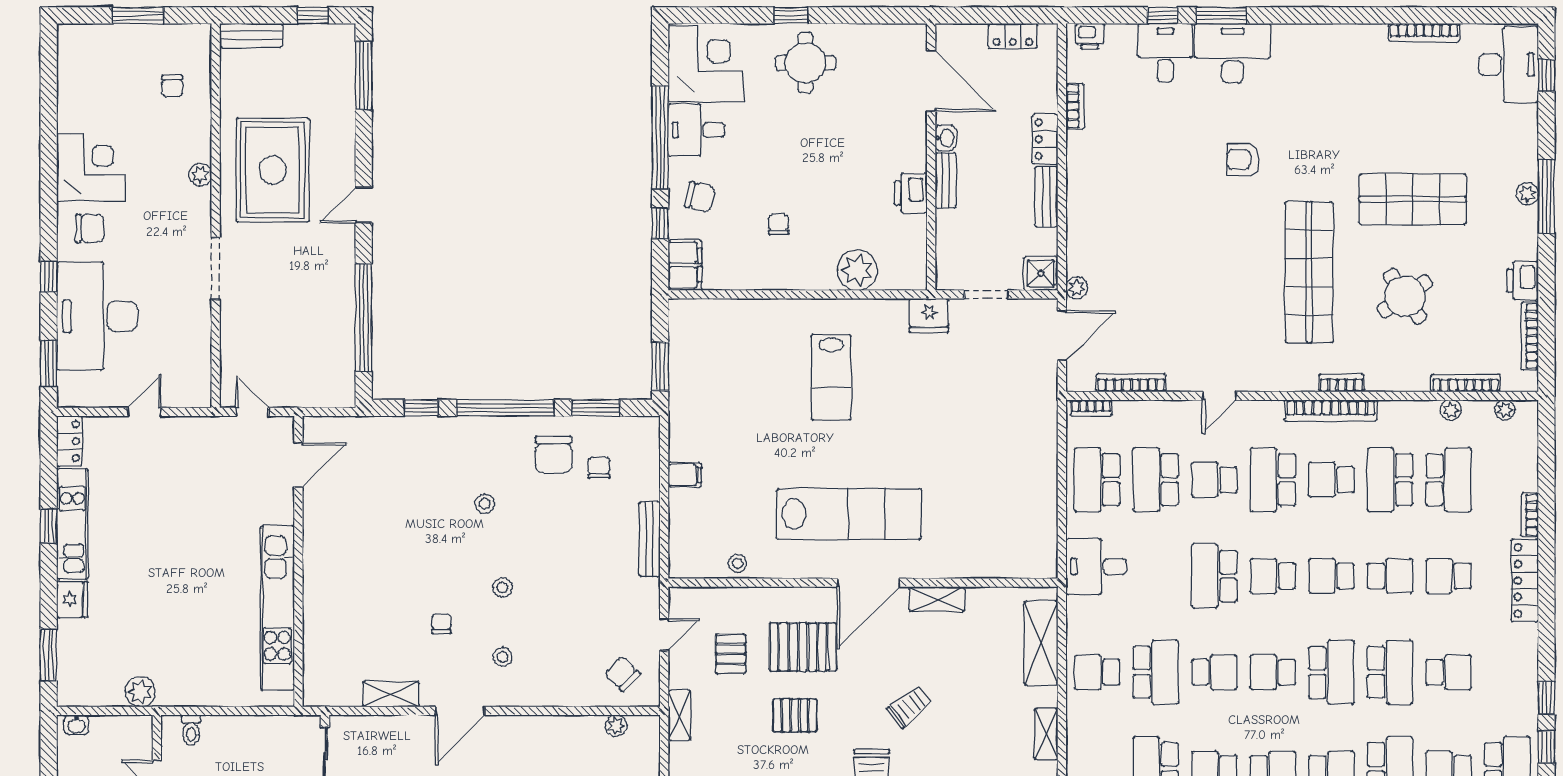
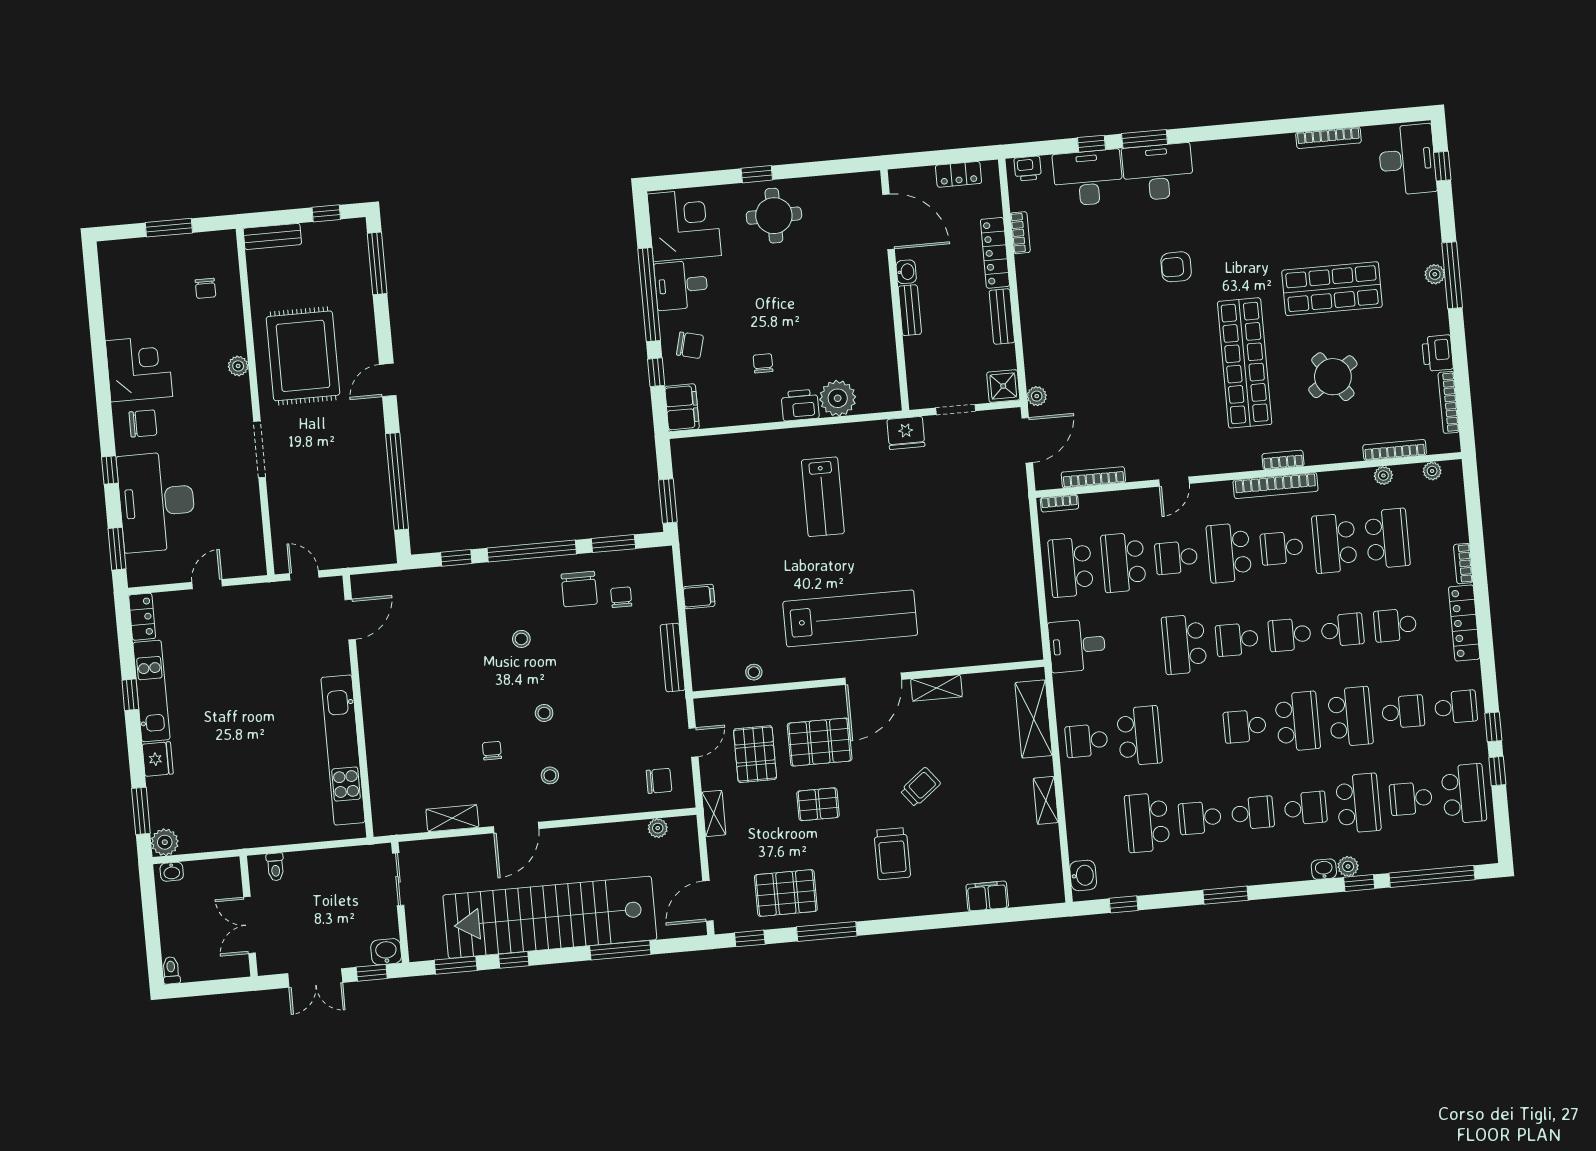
desk: (1165, 53) -> (1088, 178), width x1.37
locker: (1045, 139) -> (995, 253), width x1.53
printer: (911, 193) -> (800, 405), moved, turned 90
pallet: (731, 654) -> (755, 754), width x1.50, depth x1.42
school desk: (1214, 672) -> (1456, 707), moved
chair: (622, 674) -> (659, 781), turned 136
plant: (140, 692) -> (165, 842), moved

